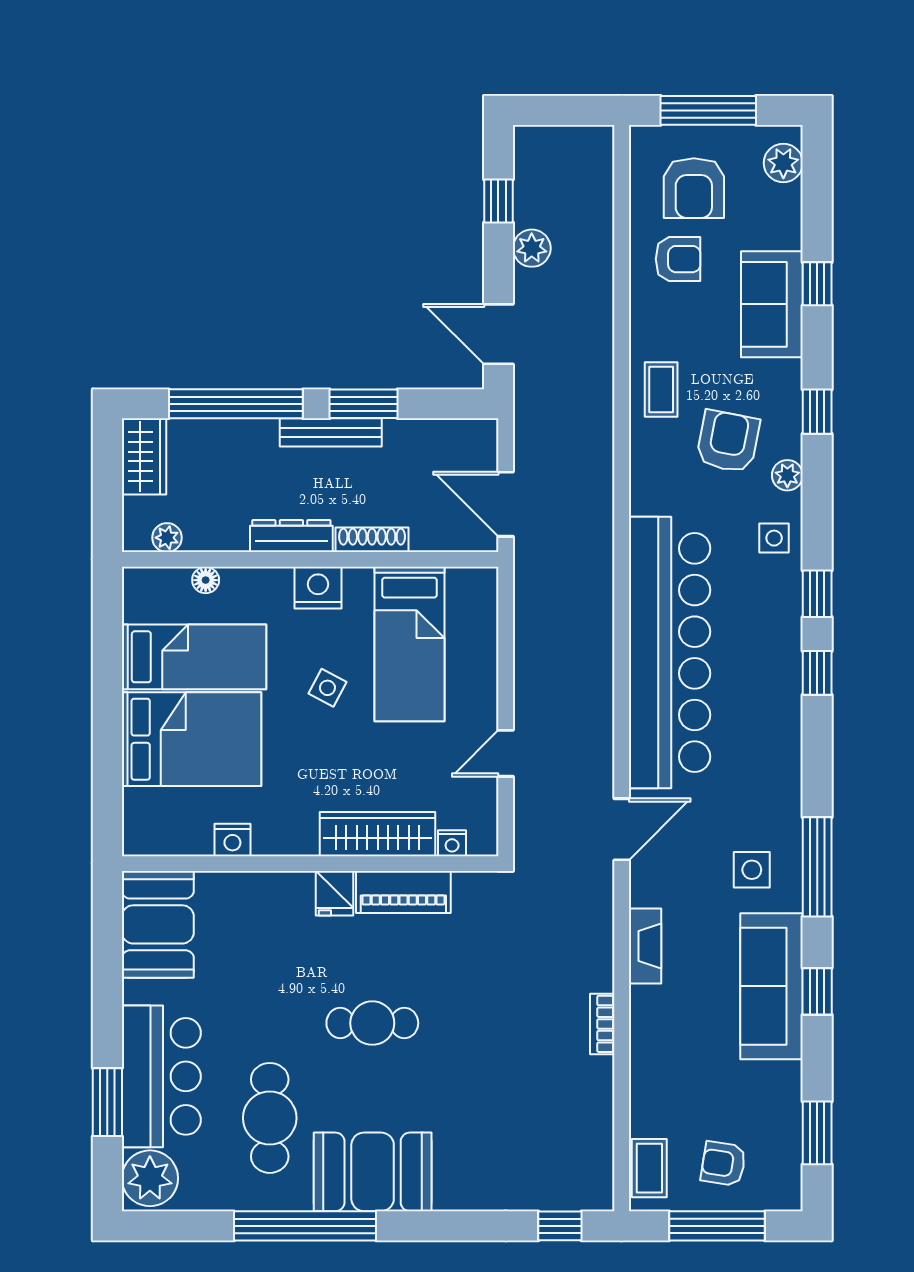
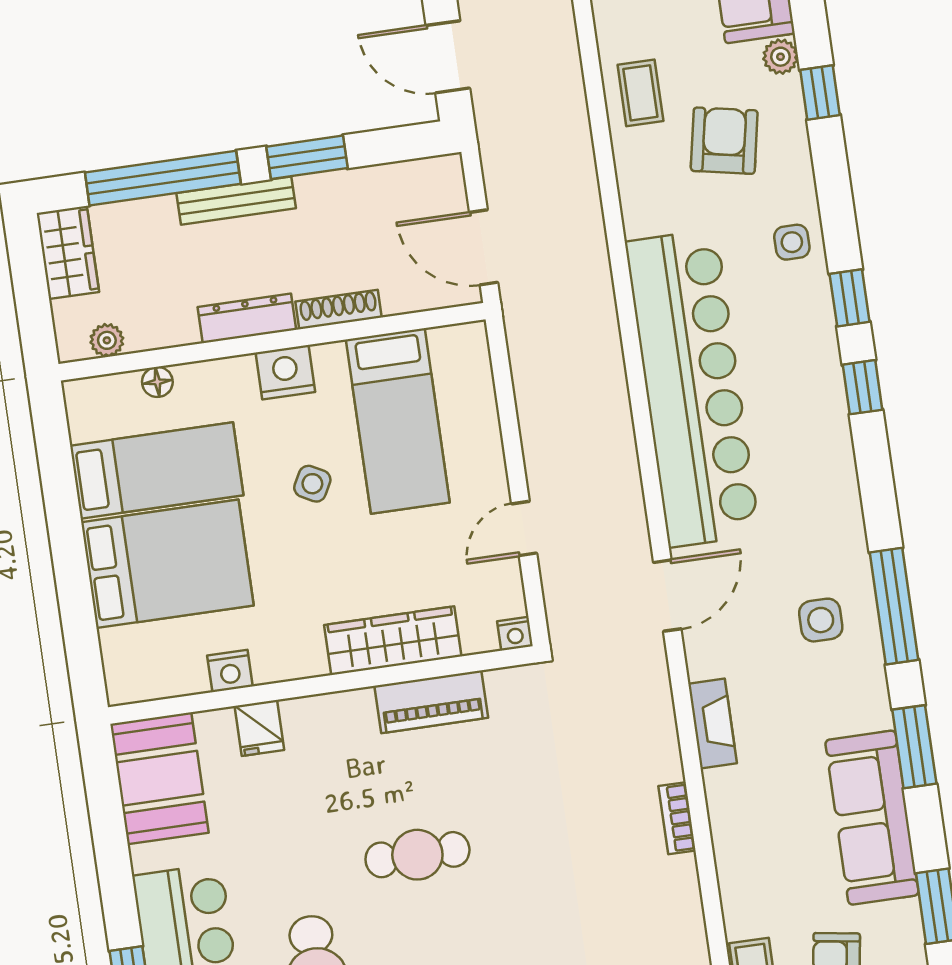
bench: (331, 432) -> (236, 201), moved
plant: (787, 475) -> (780, 57), moved
nightstand: (452, 843) -> (515, 634), moved
fridge: (335, 893) -> (259, 728), moved
sofa: (772, 986) -> (872, 818), moved
window: (817, 991) -> (914, 747), width x1.50

